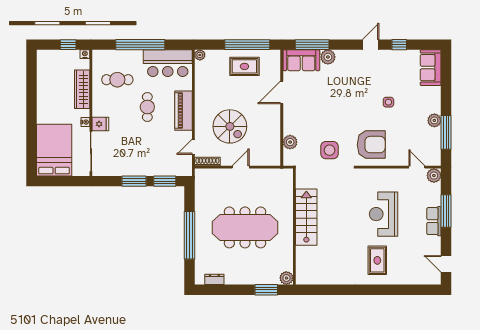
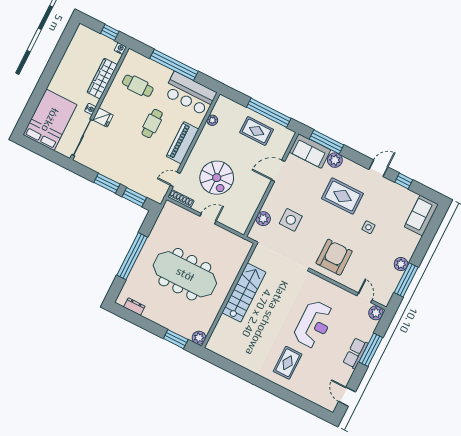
plant: (200, 55) -> (212, 120), moved
rug: (351, 86) -> (342, 196), added
armchair: (371, 145) -> (334, 257), turned -90
side table: (330, 150) -> (291, 220), moved
reception desk: (383, 214) -> (314, 324), turned 180

